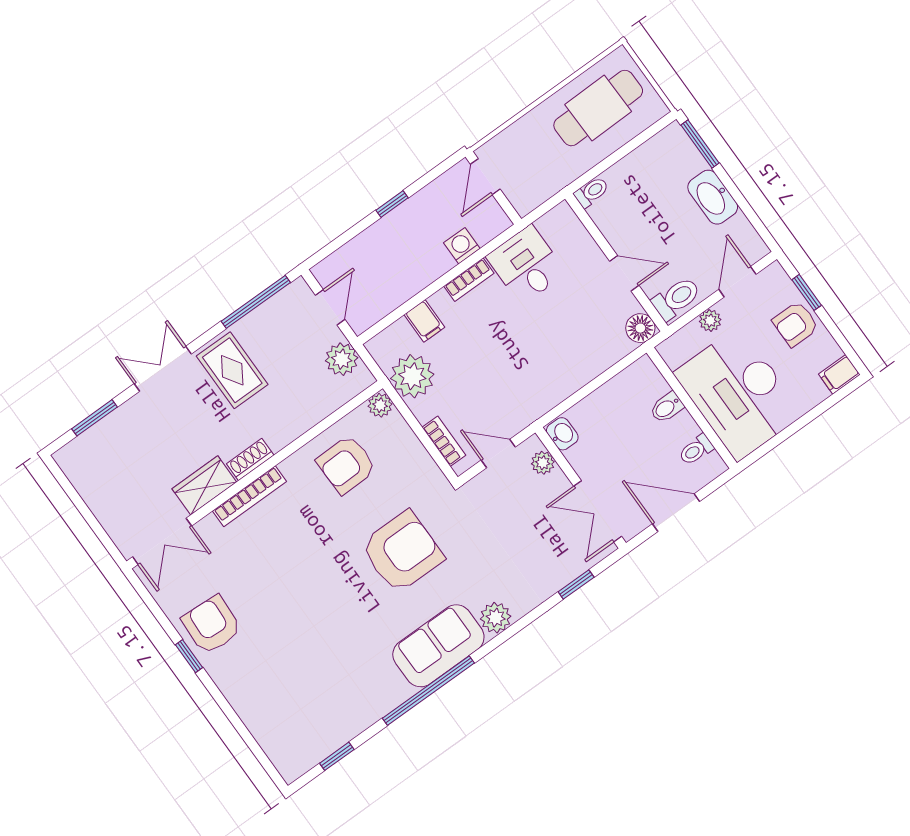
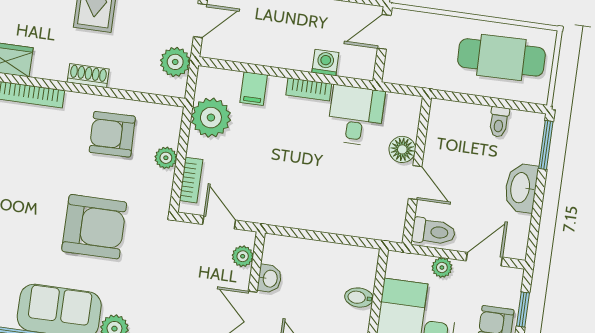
toilet: (592, 192) -> (499, 122), moved, turned 90
floor lamp: (640, 328) -> (402, 149), moved
plant: (380, 405) -> (166, 158), moved
washbasin: (562, 434) -> (270, 279), moved
shoe rack: (250, 459) -> (88, 76), moved

